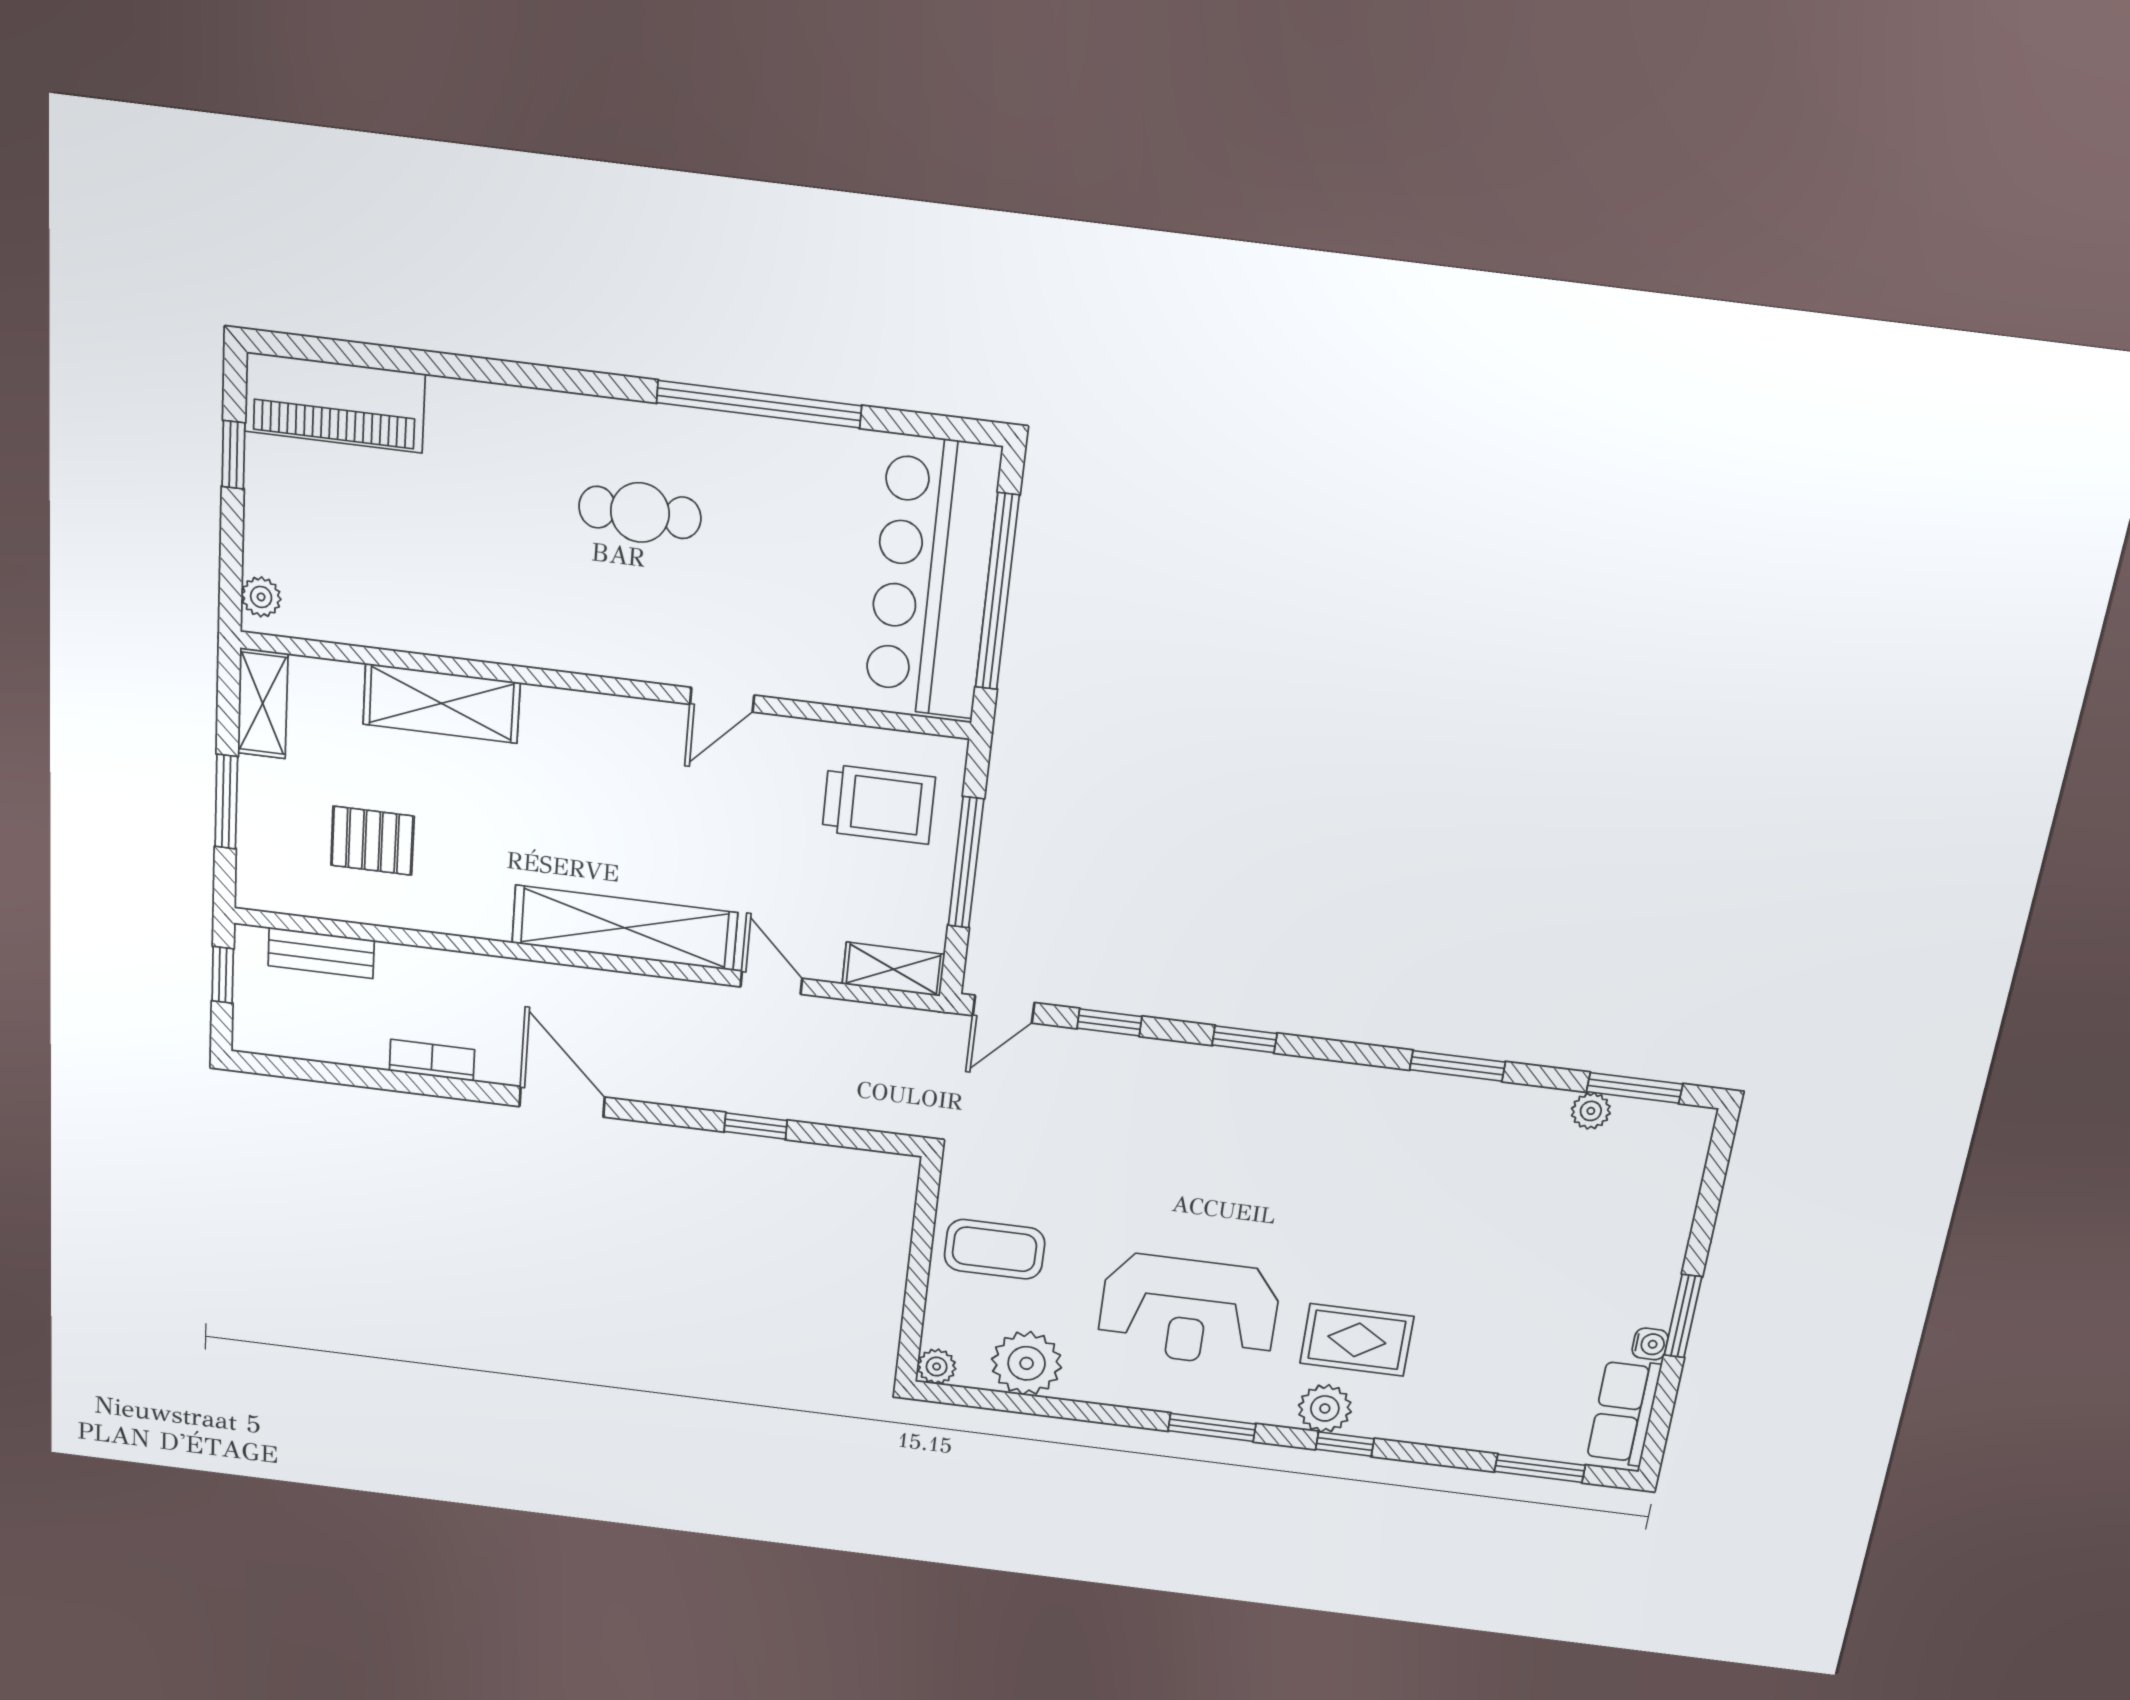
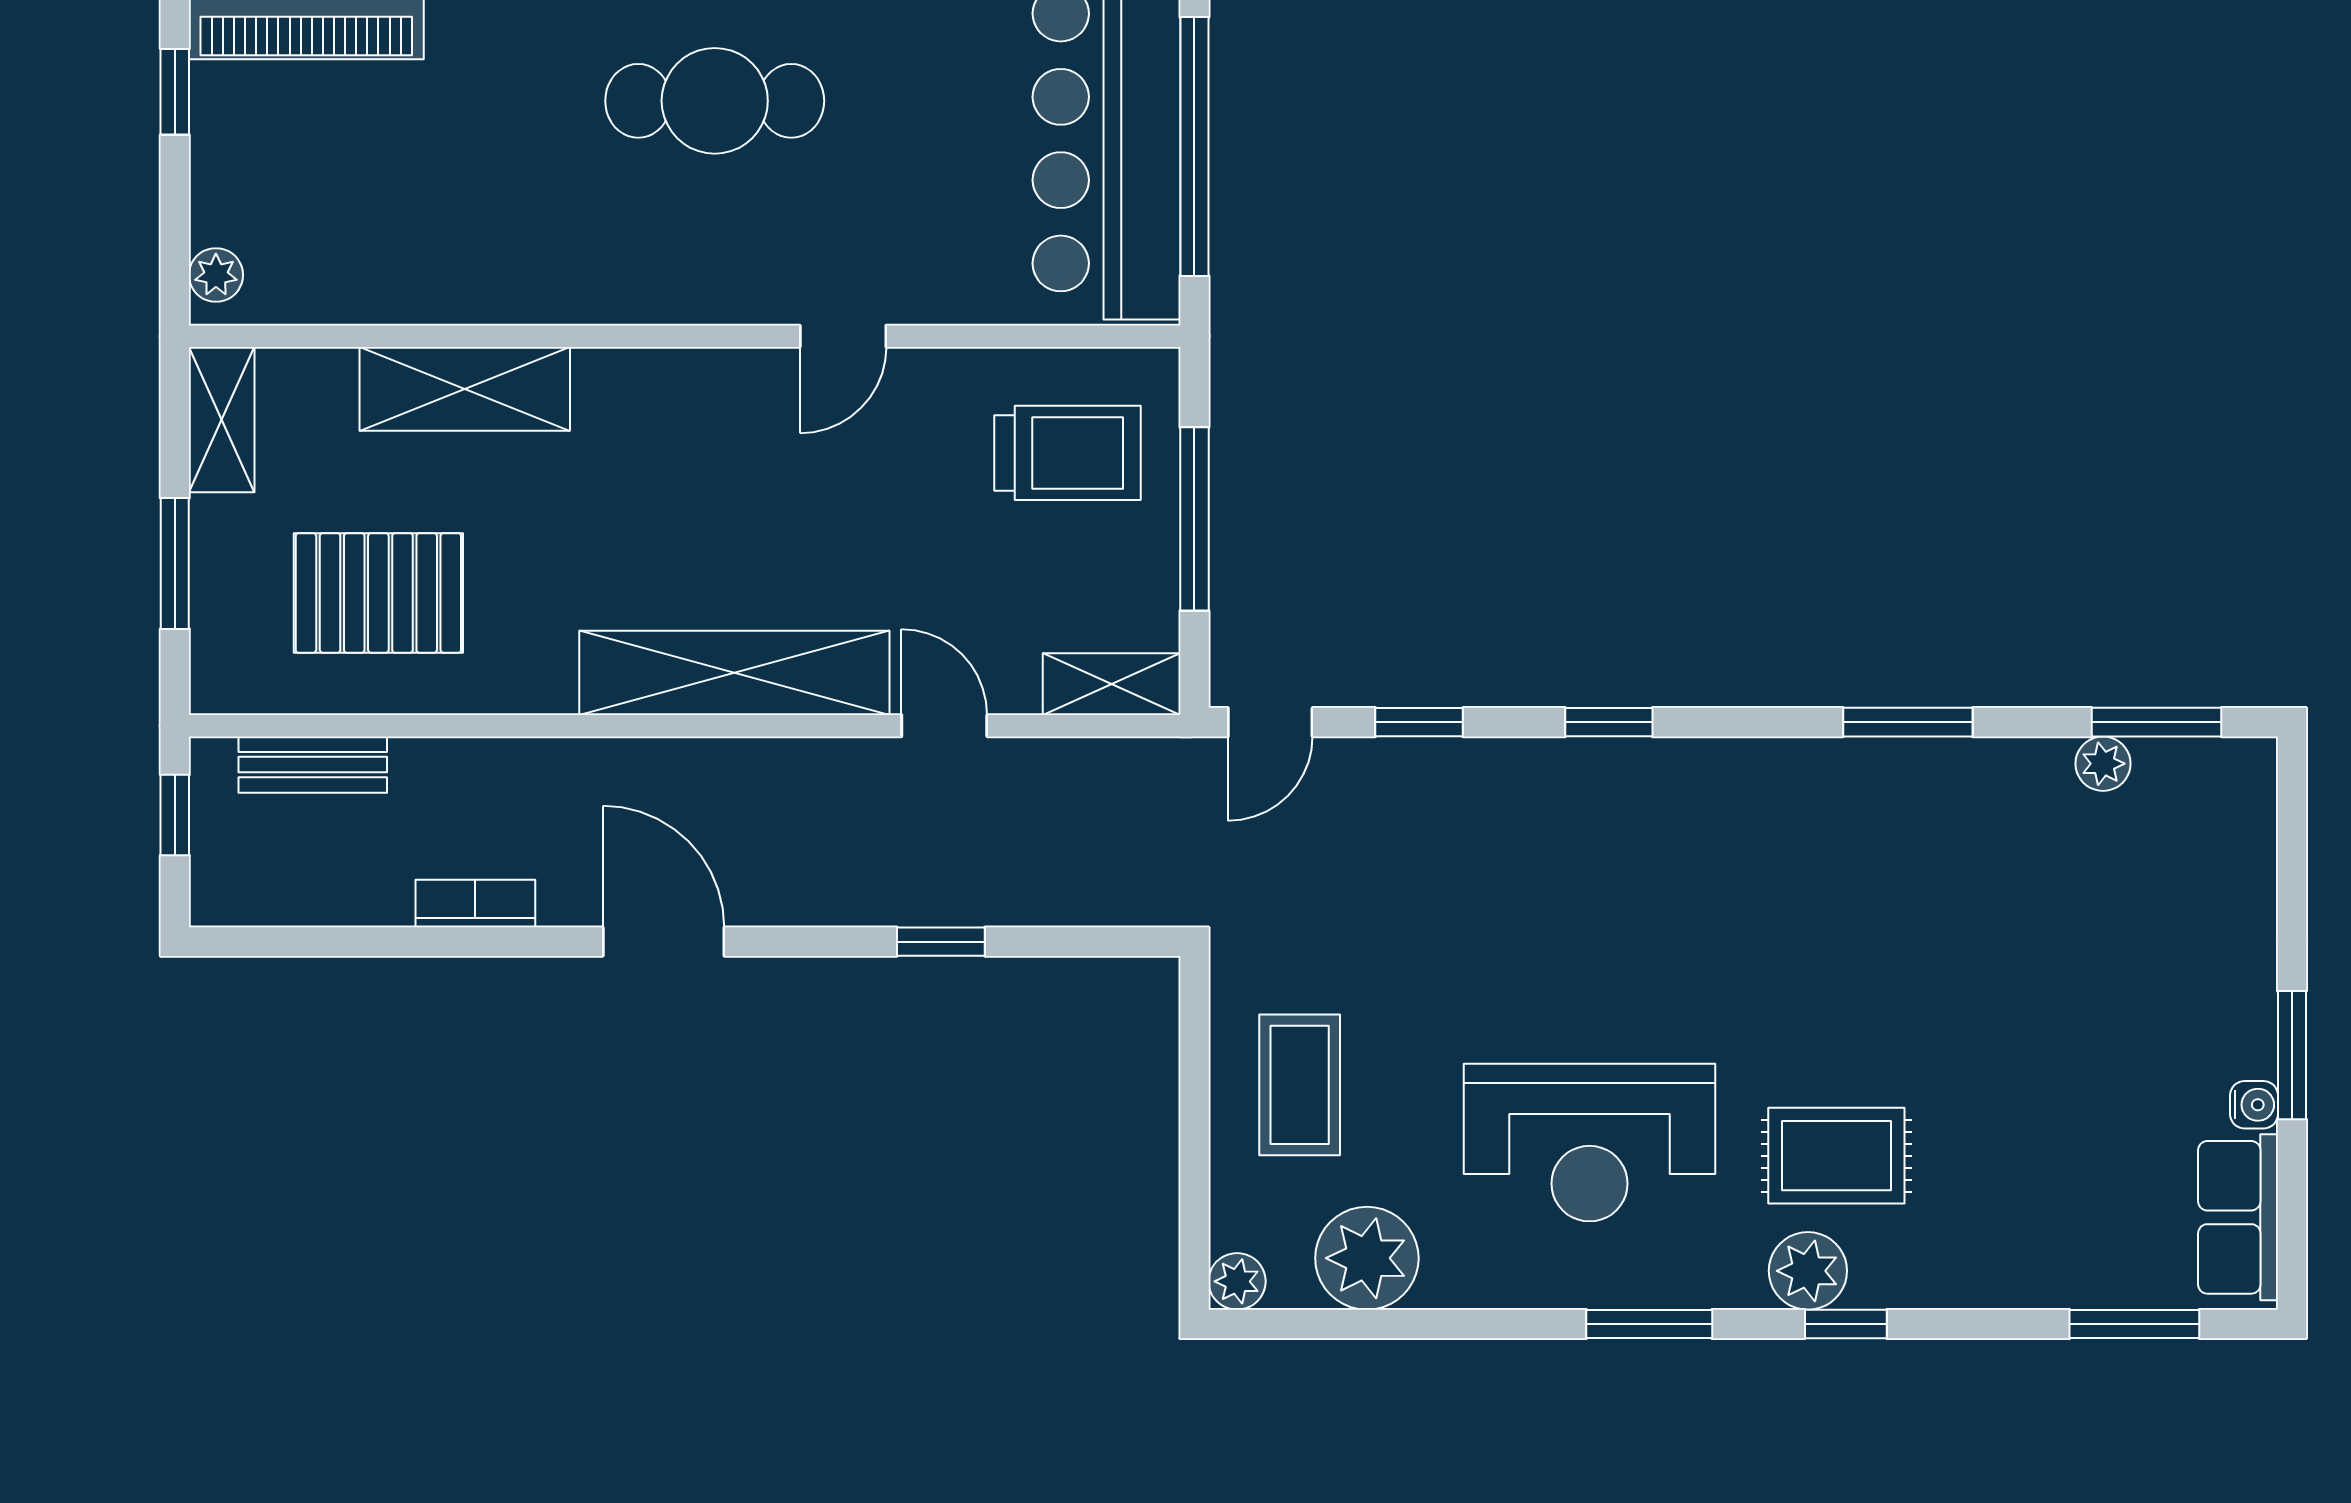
cafe table: (640, 512) -> (715, 101), width x1.37, depth x1.35
pallet: (372, 841) -> (378, 593), width x1.50, depth x1.42
coffee table: (995, 1249) -> (1300, 1085), turned 90

